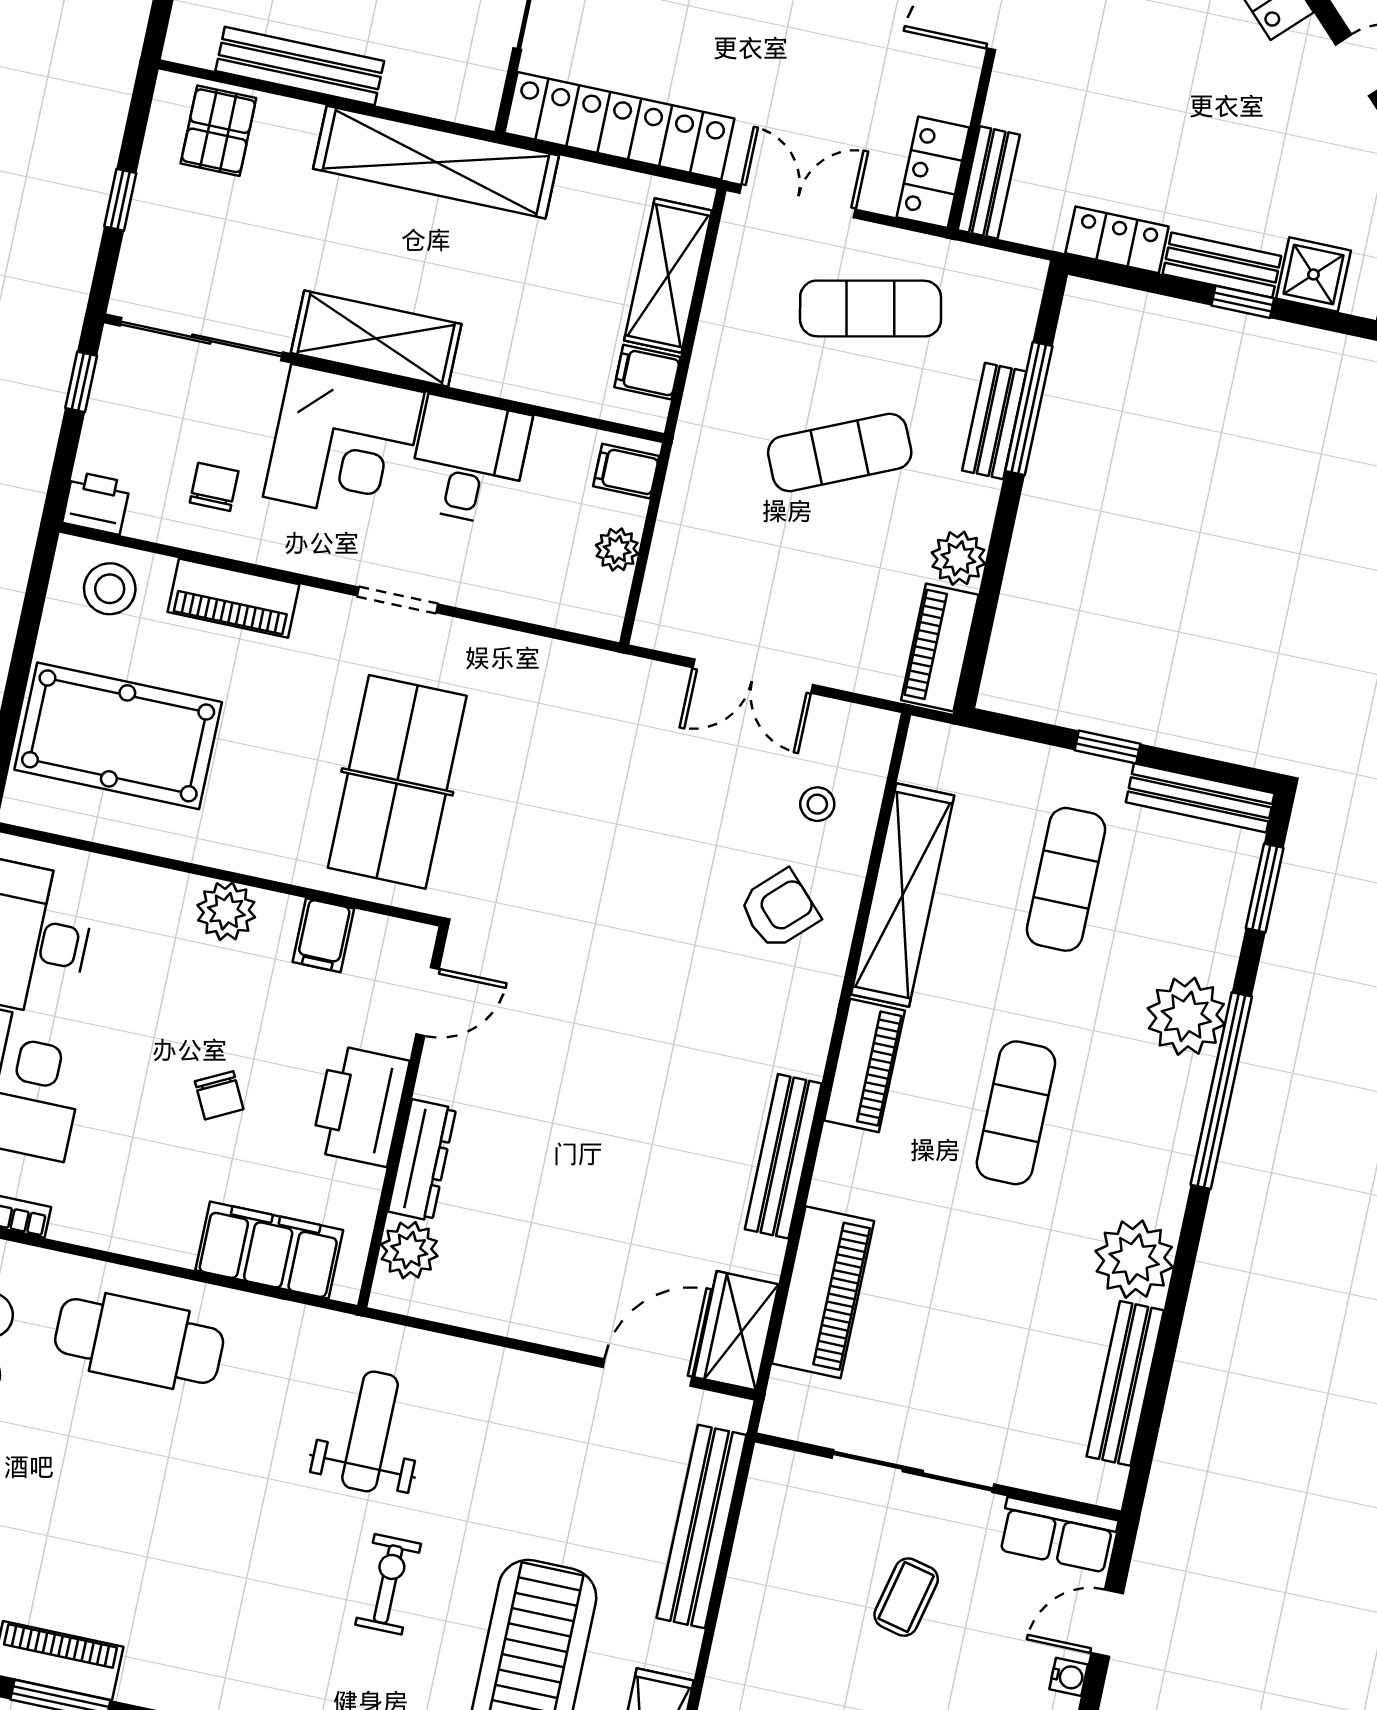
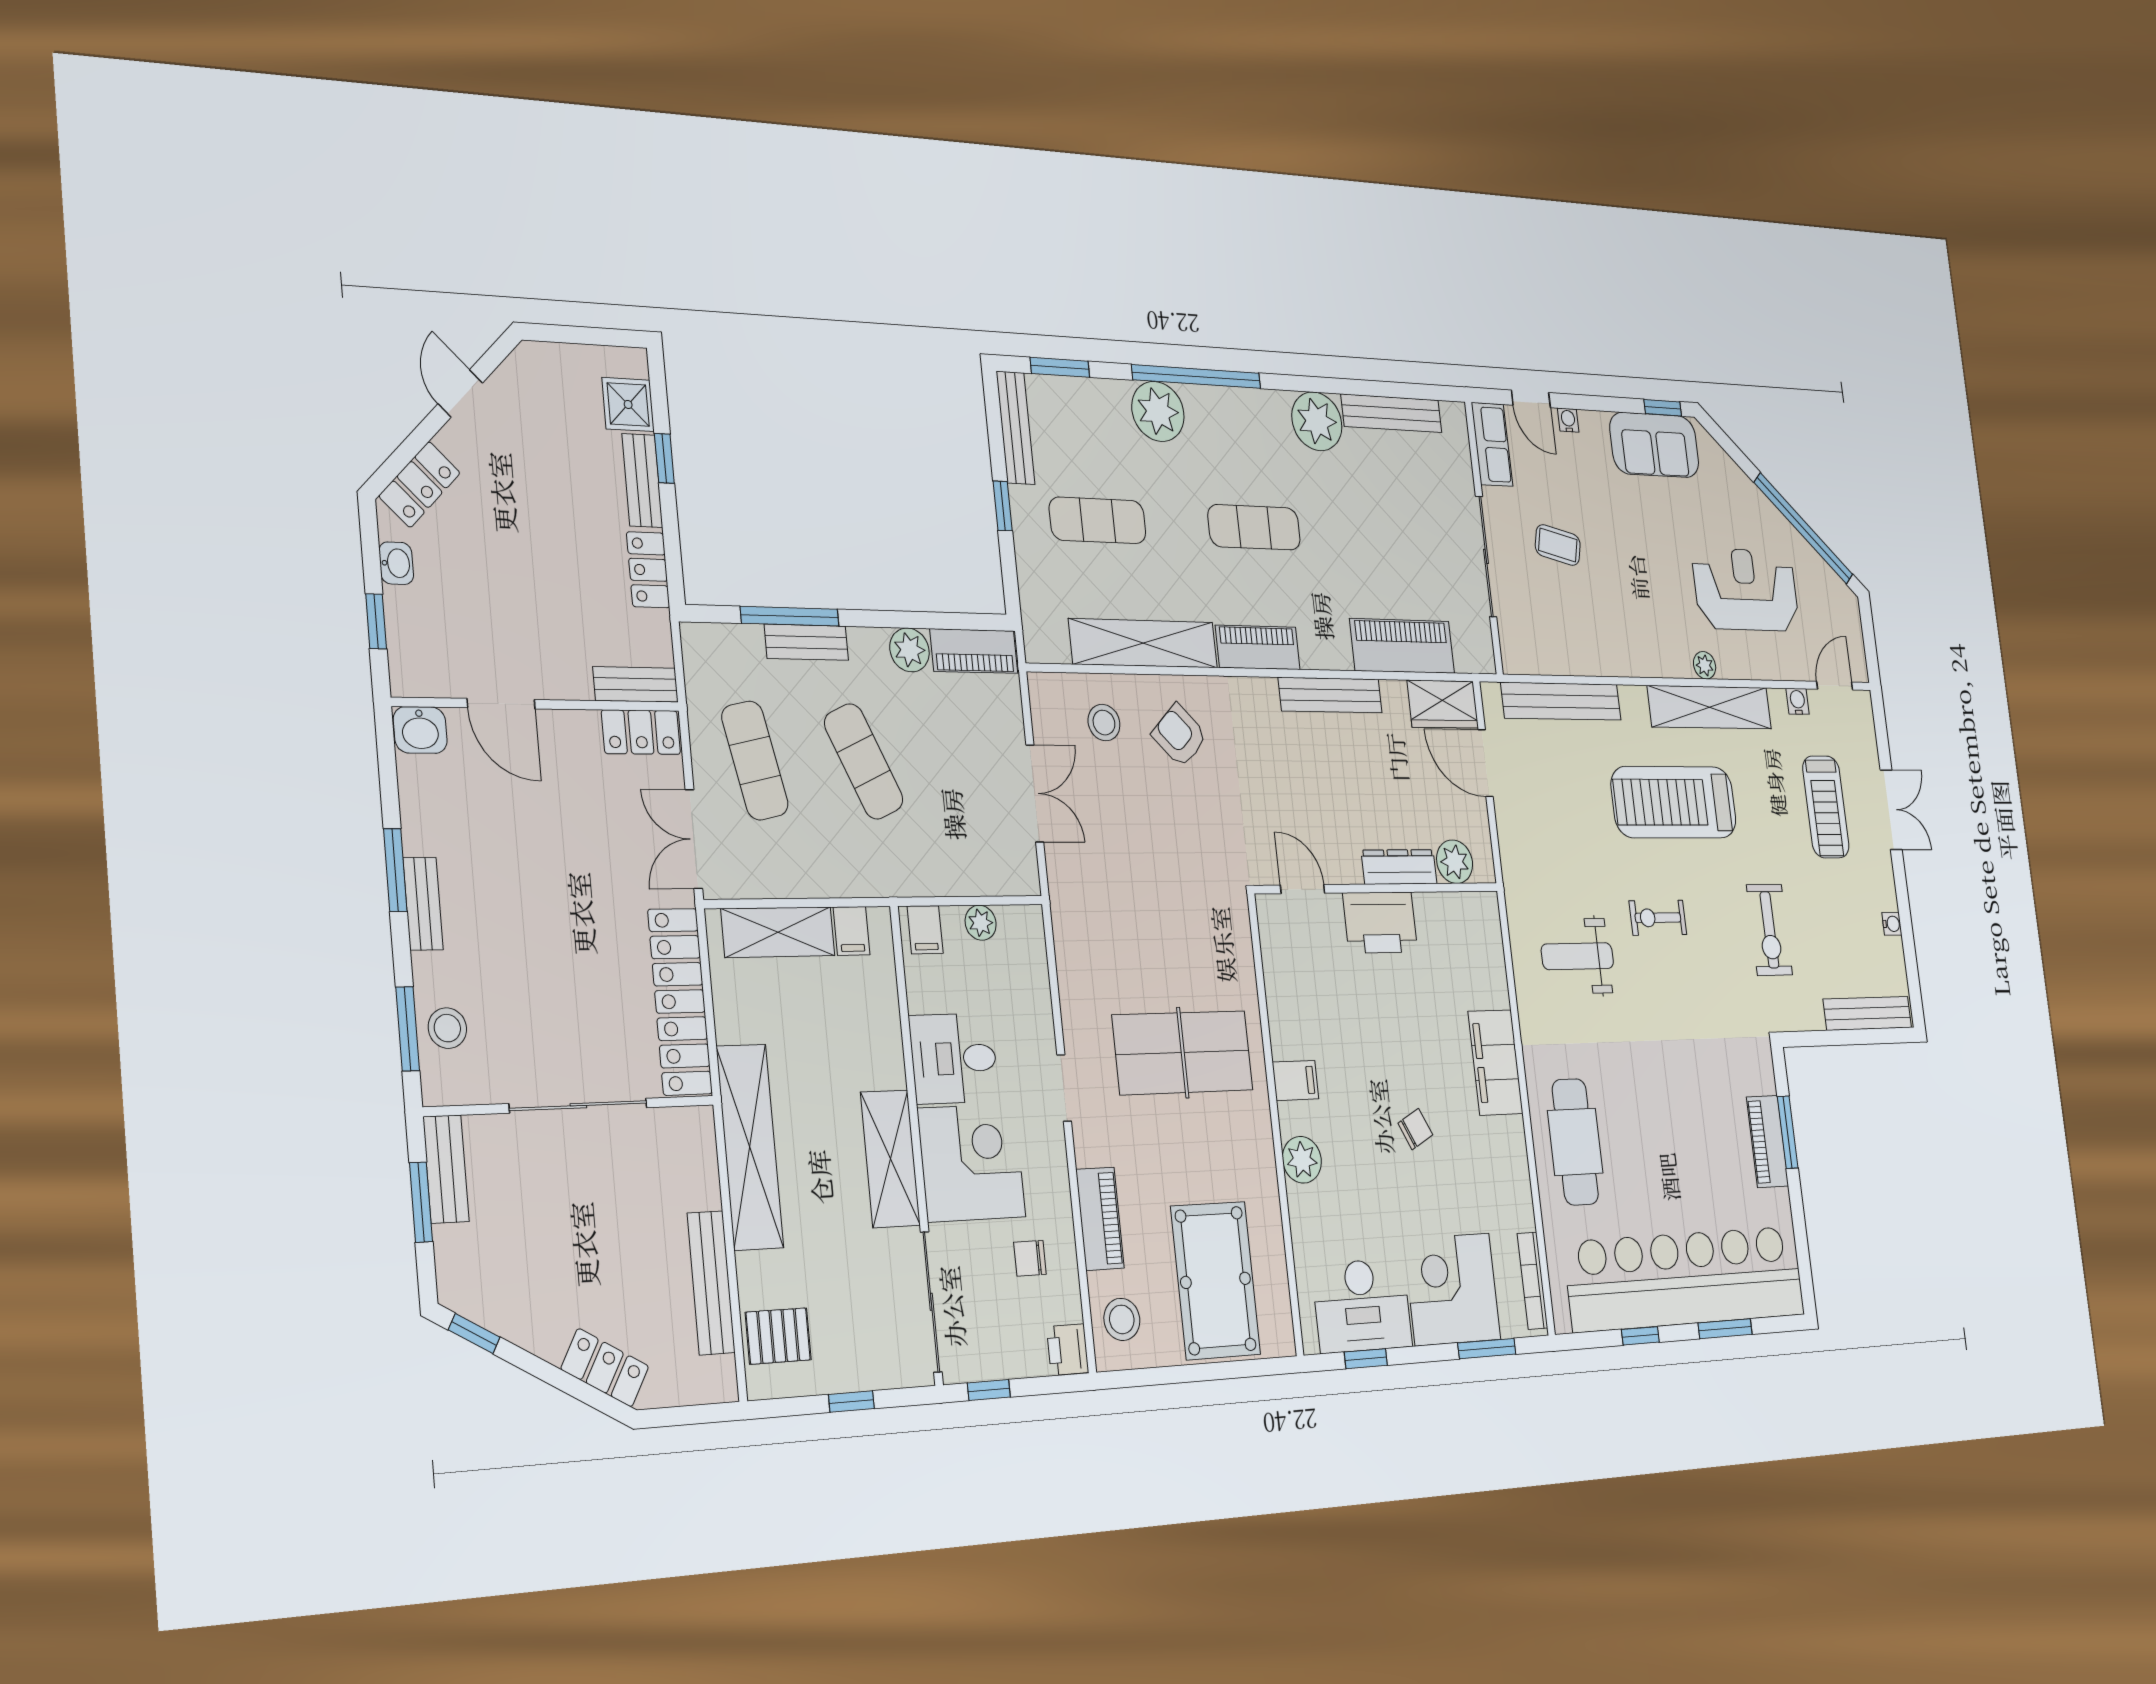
stool: (817, 804) -> (1104, 723), width x1.37, depth x1.37
door: (428, 1001) -> (1303, 889), moved
printer: (360, 1106) -> (1380, 922), moved
wall: (403, 1117) -> (1378, 888), moved
dresser: (422, 1160) -> (1399, 867), moved
plant: (409, 1250) -> (1455, 862), moved

